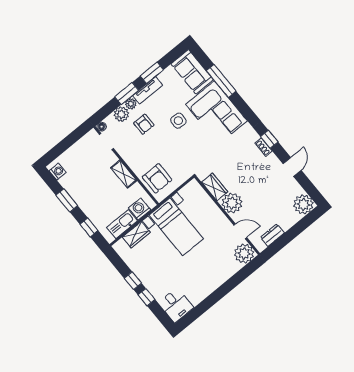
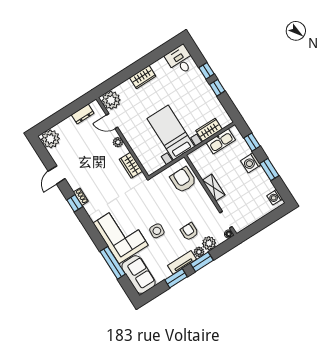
plant: (232, 203) -> (118, 142), width x0.53, depth x0.53
washing machine: (140, 209) -> (251, 163), moved, turned 90
wardrobe: (214, 282) -> (143, 77), added

